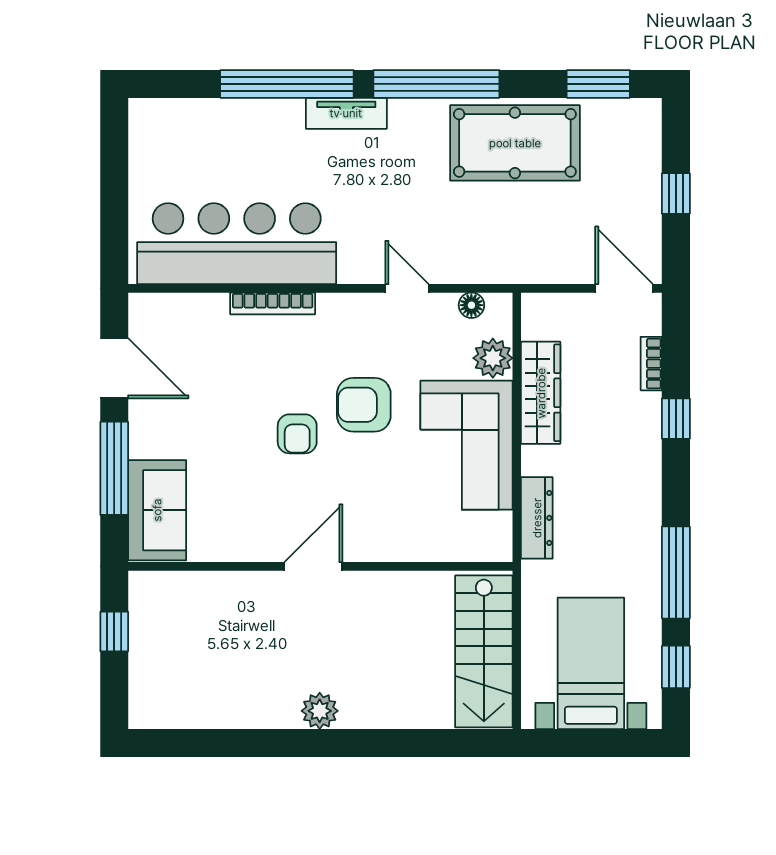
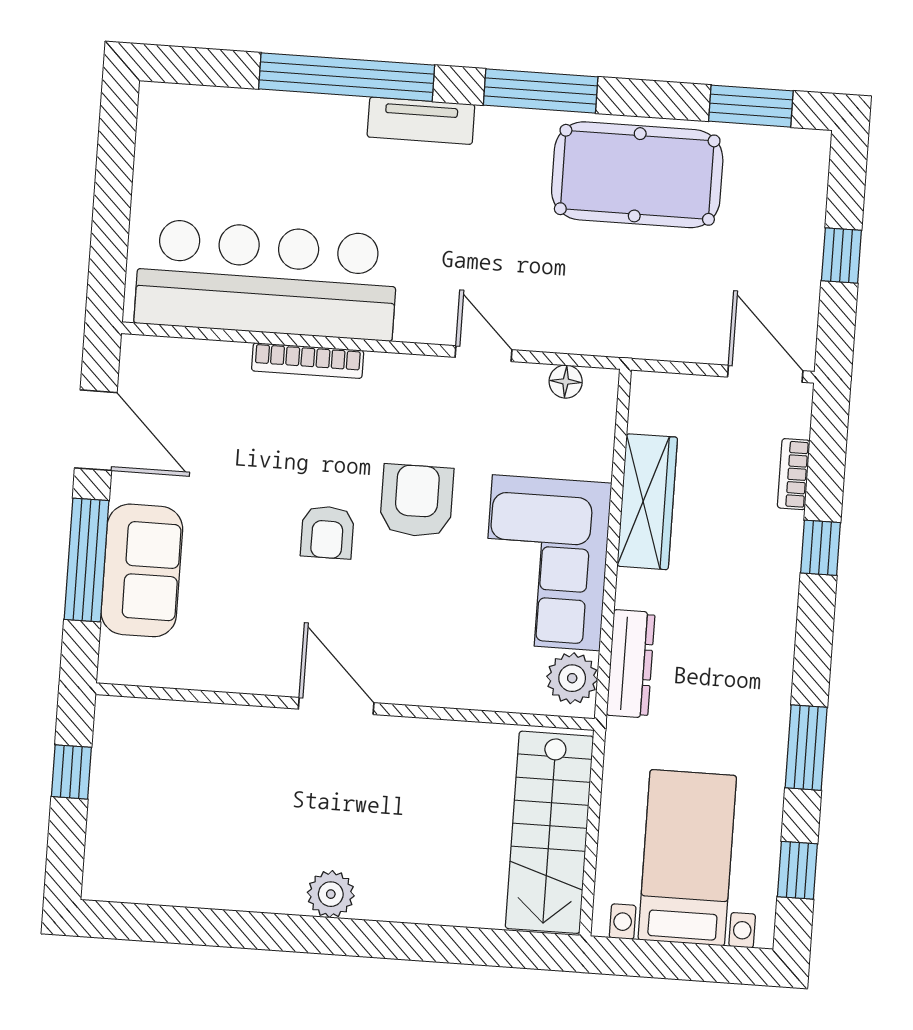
window: (436, 84) -> (541, 91), width x0.68
plant: (493, 358) -> (572, 678), moved
armchair: (364, 405) -> (417, 501), turned 90
sofa: (157, 510) -> (142, 570), moved
door: (313, 566) -> (336, 706), hinge flipped
window: (676, 572) -> (806, 748), width x0.69

